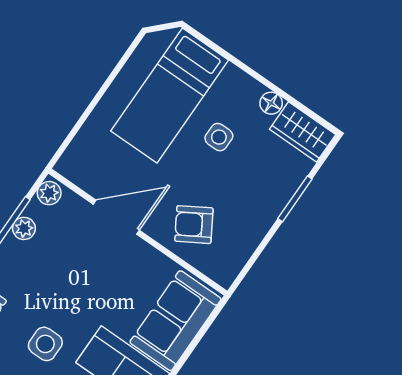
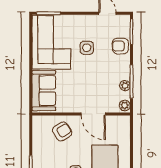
door: (116, 217) -> (93, 114), hinge flipped

